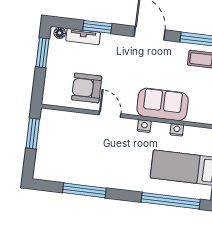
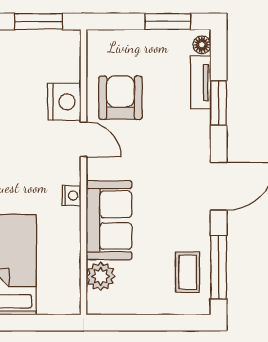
door: (110, 114) -> (84, 139), hinge flipped
plant: (197, 114) -> (101, 276), added
nightstand: (177, 130) -> (64, 102), moved, width x1.89, depth x1.79

